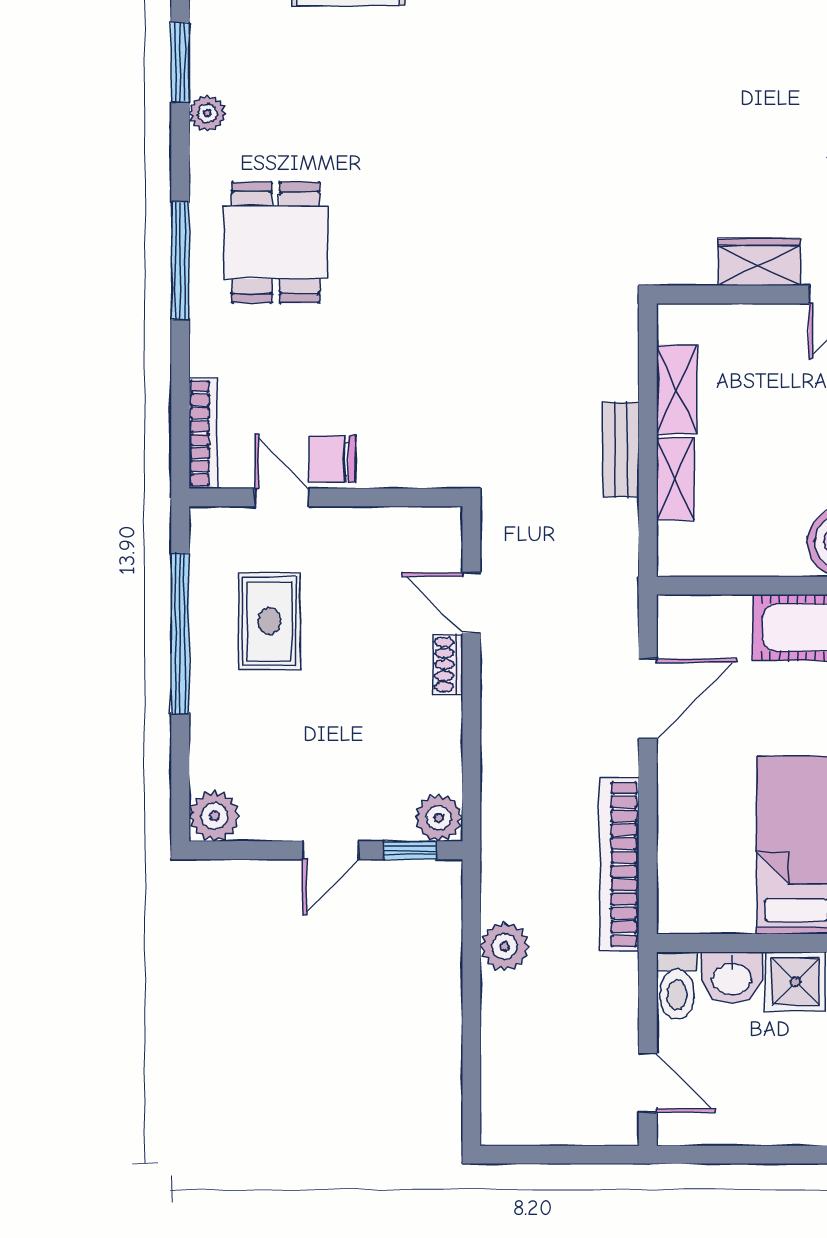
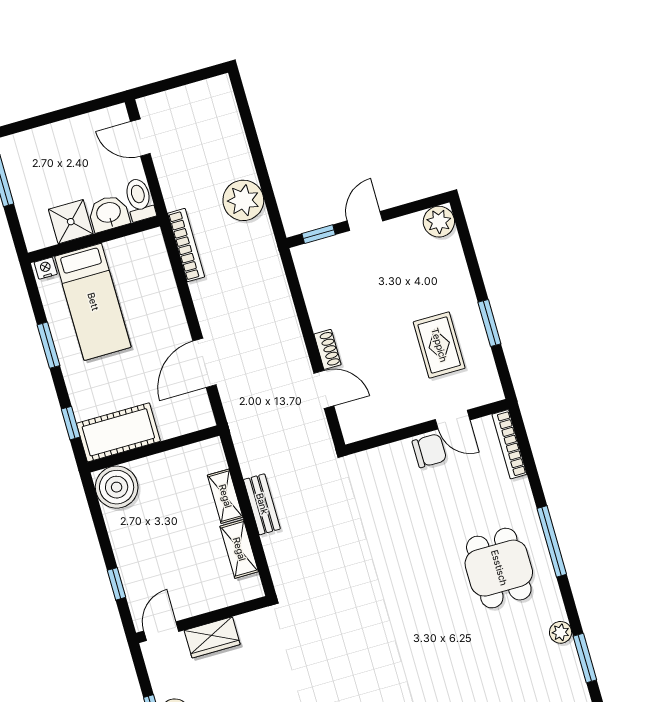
window: (180, 633) -> (489, 323), width x0.47
plant: (439, 818) -> (307, 258), removed
bookcase: (619, 864) -> (186, 245), width x0.68, depth x0.76
plant: (505, 946) -> (243, 200), width x1.36, depth x1.36

